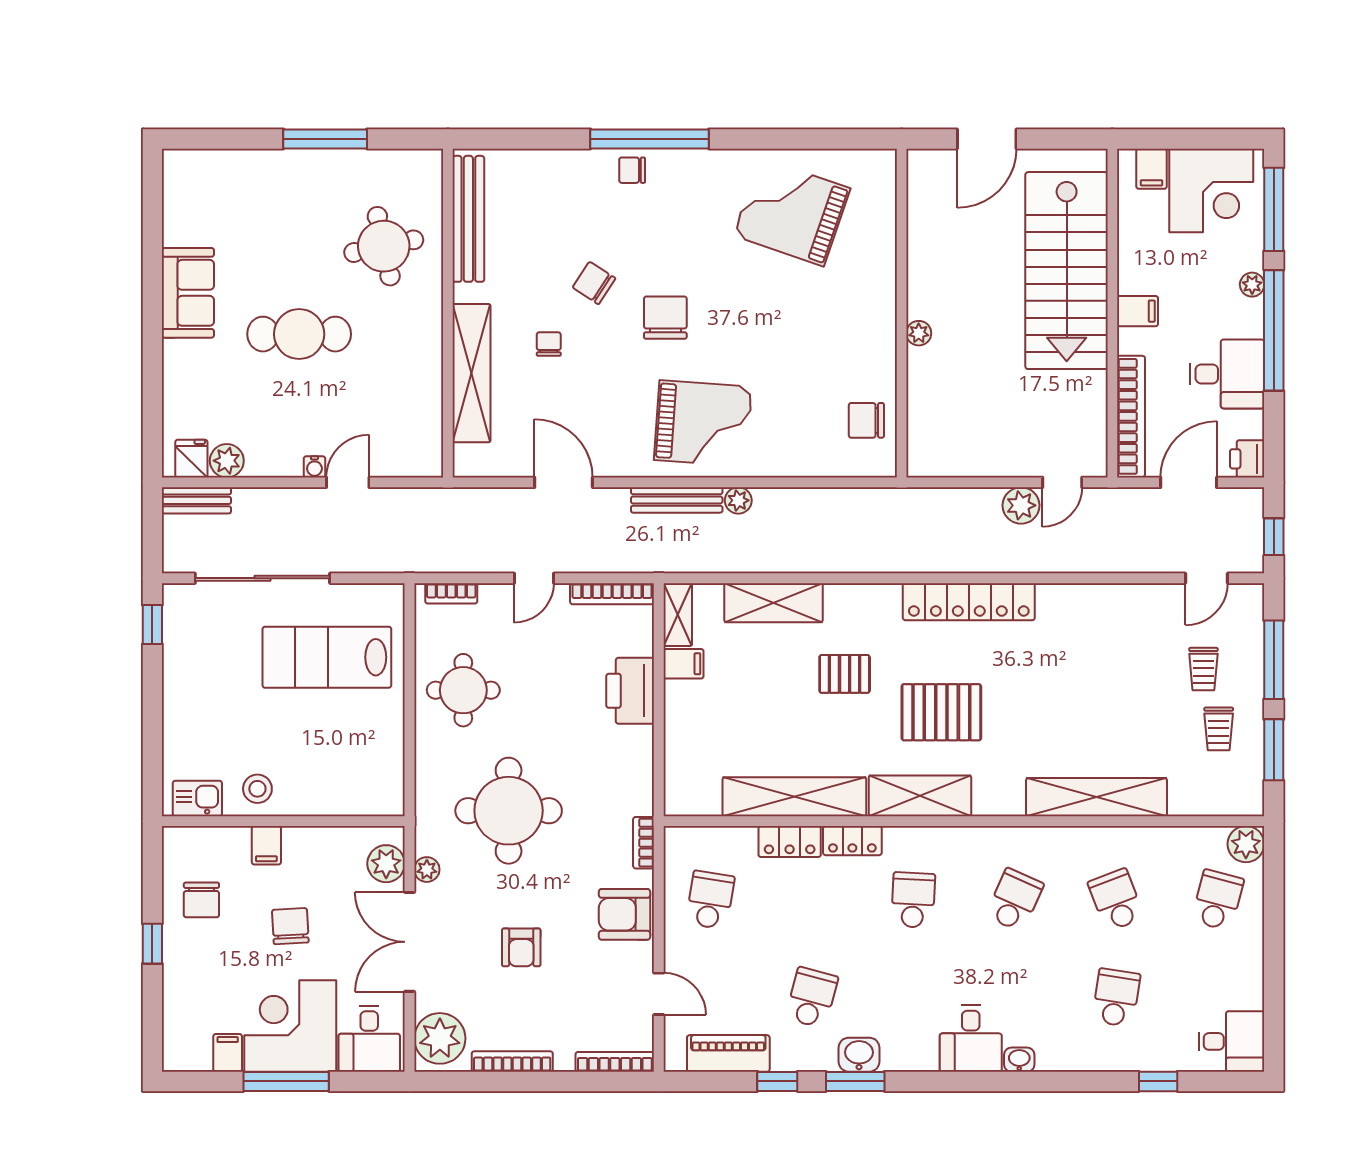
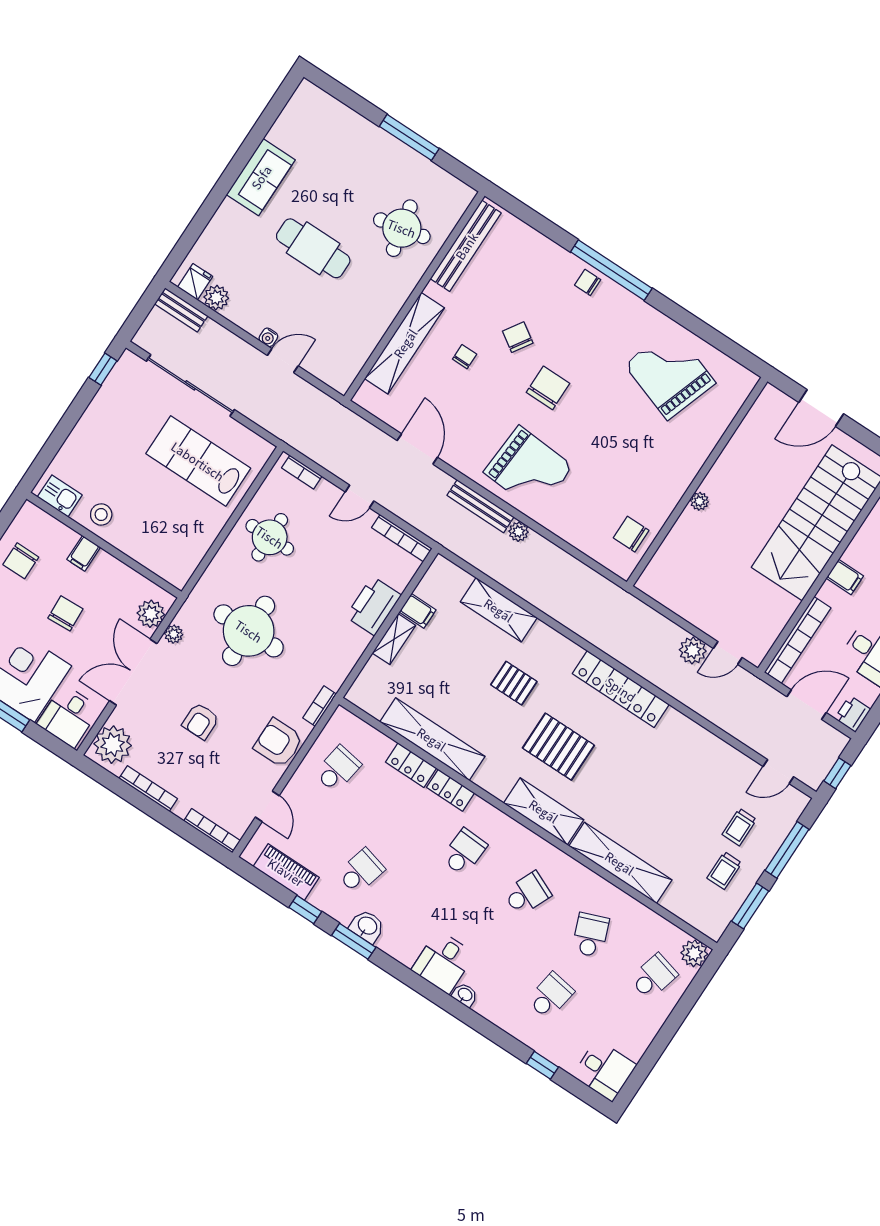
shelving: (678, 615) -> (394, 639), moved
shelving: (920, 796) -> (544, 811), moved

